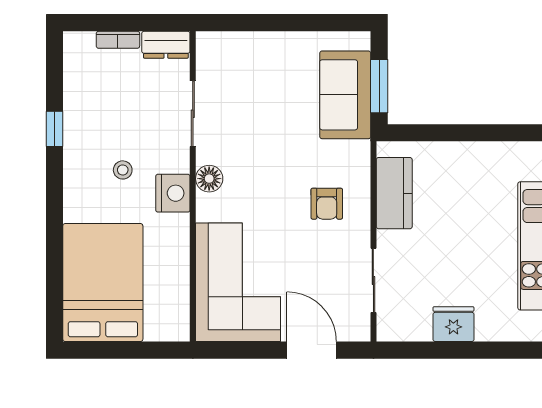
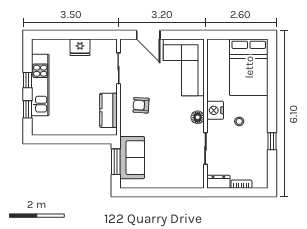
armchair: (327, 204) -> (141, 105), turned -86

